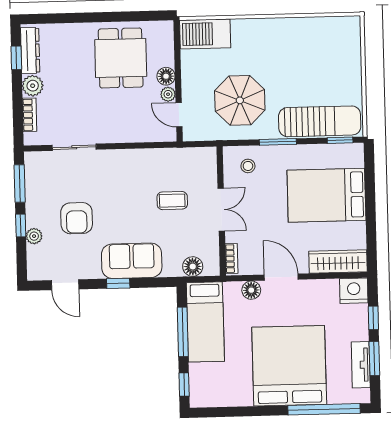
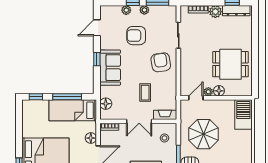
fireplace: (209, 166) -> (165, 115), added
armchair: (121, 175) -> (161, 62), added
plant: (33, 205) -> (144, 10), added

